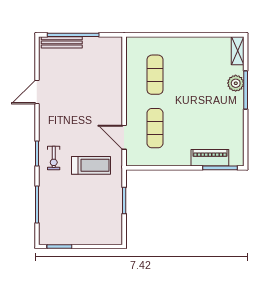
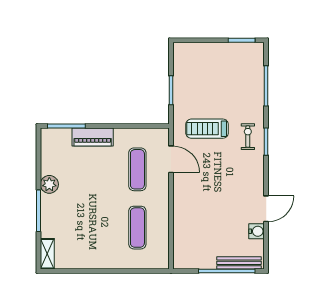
water cooler: (46, 71) -> (257, 231), added
plant: (236, 83) -> (49, 184), moved
piano: (210, 158) -> (93, 137), moved

